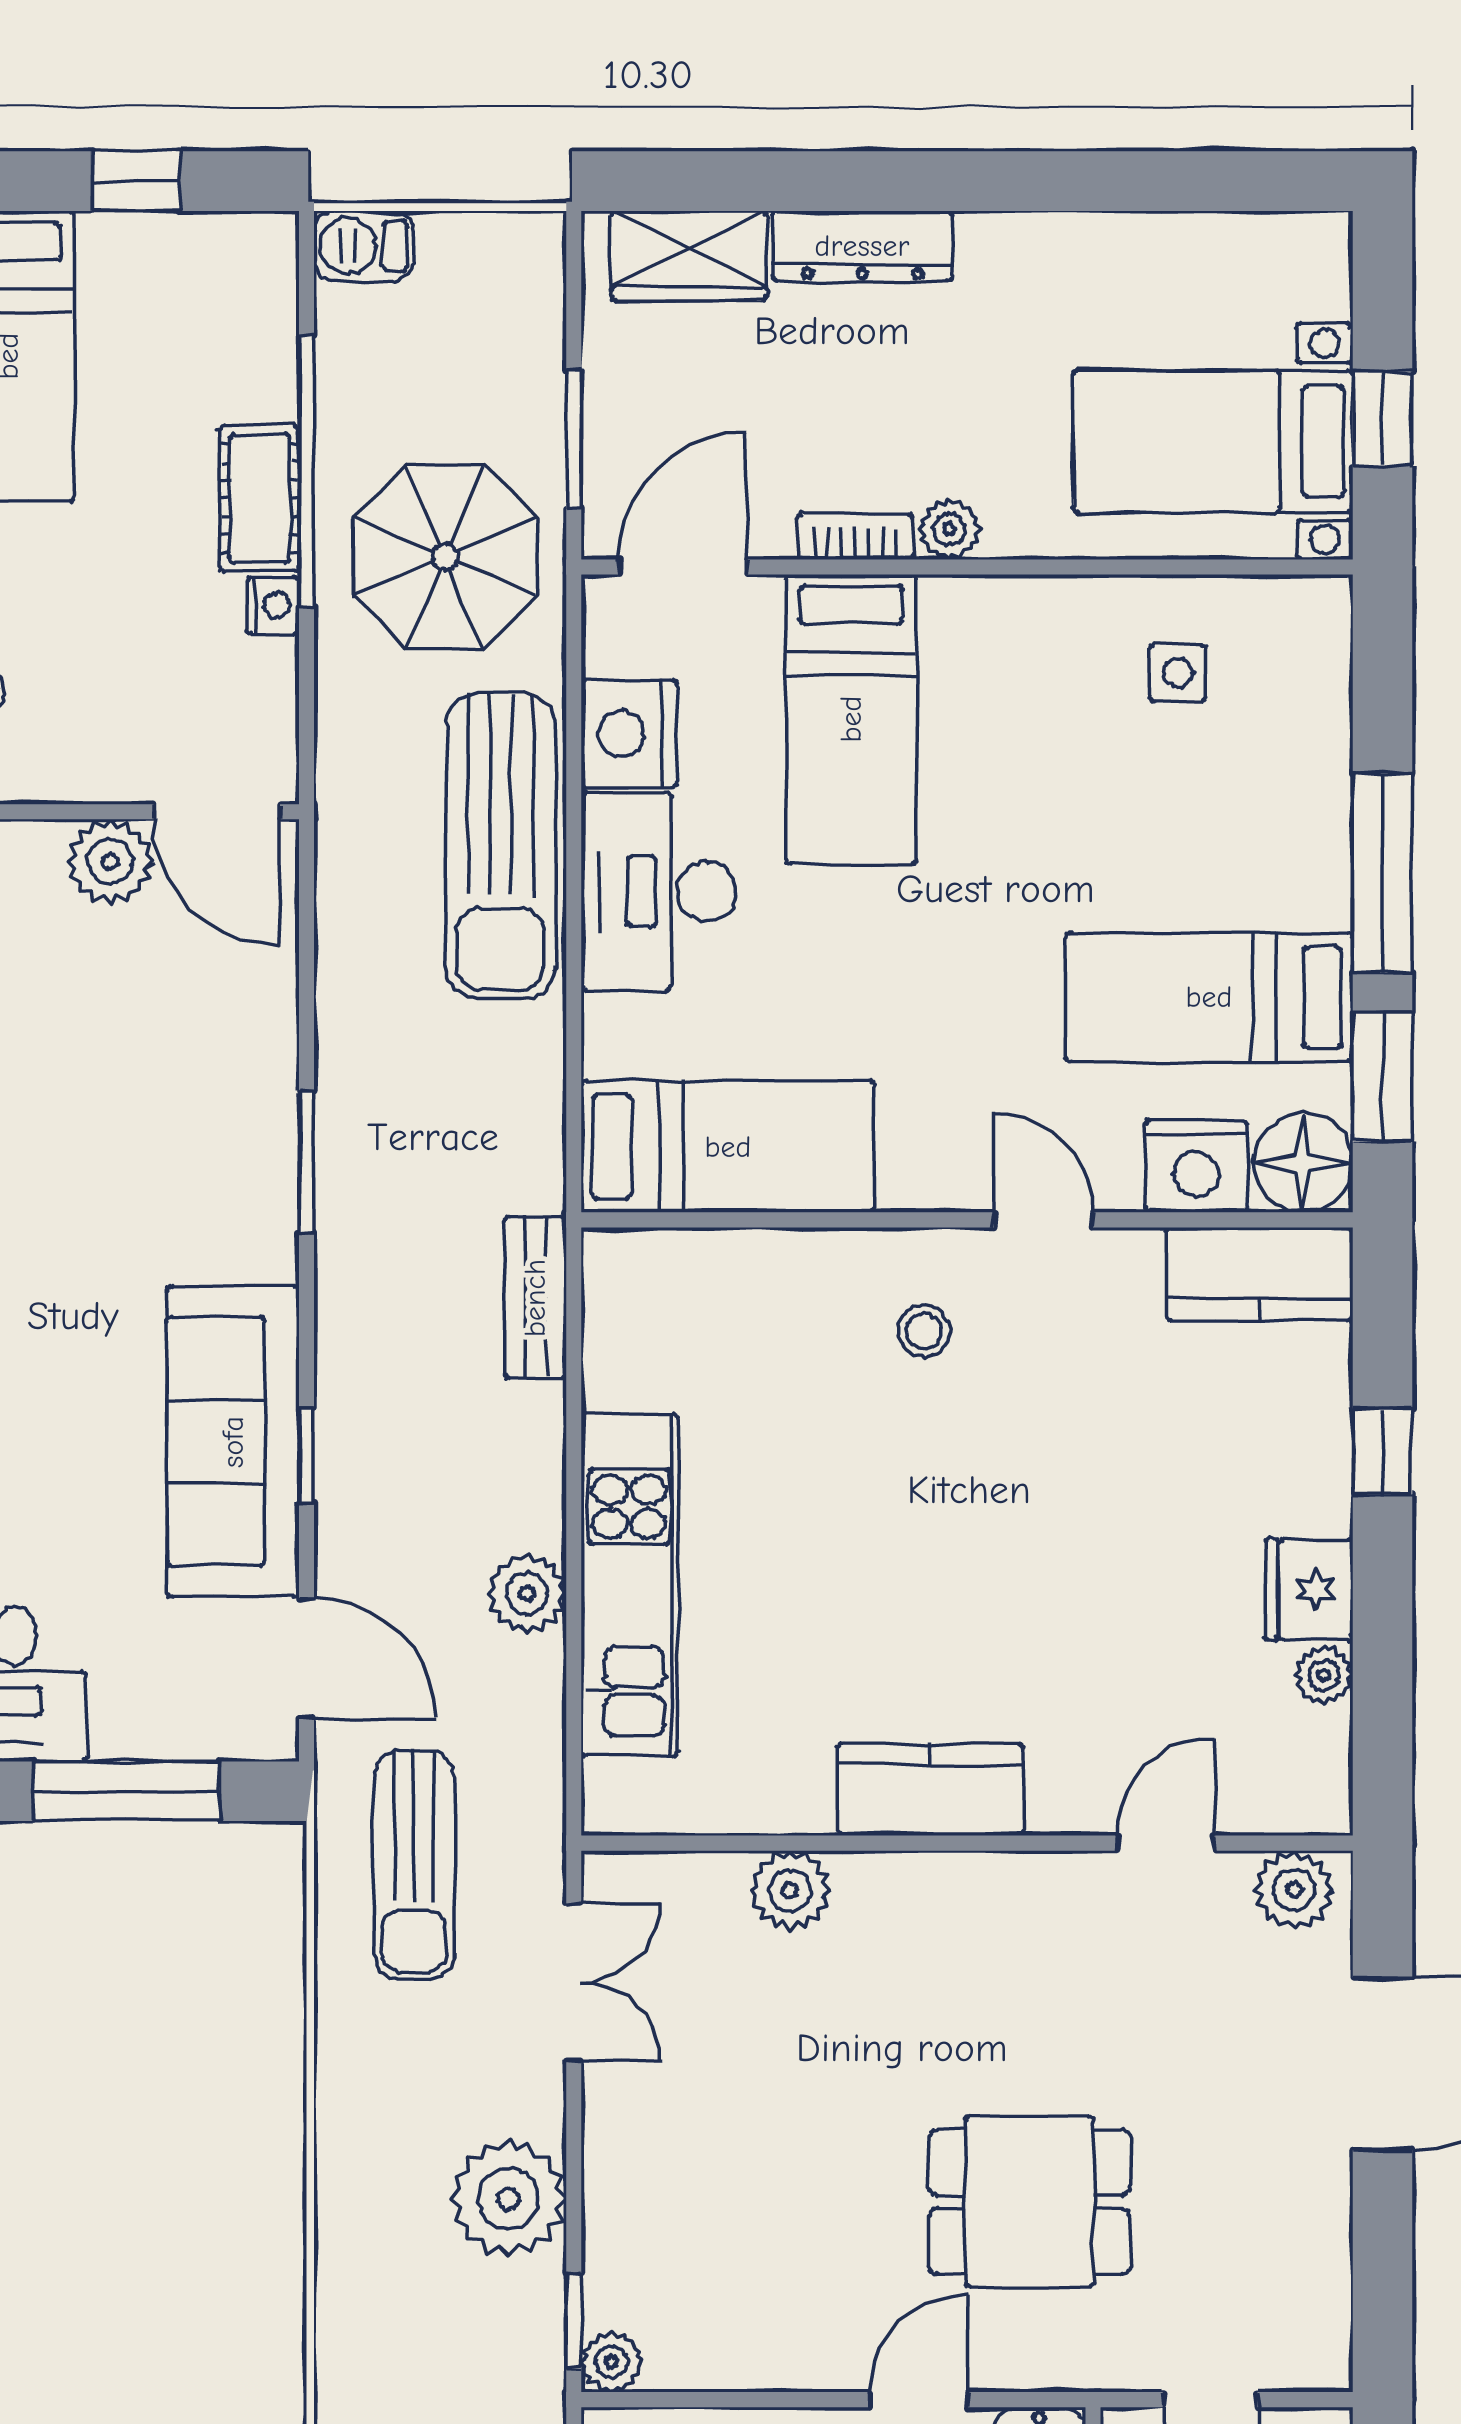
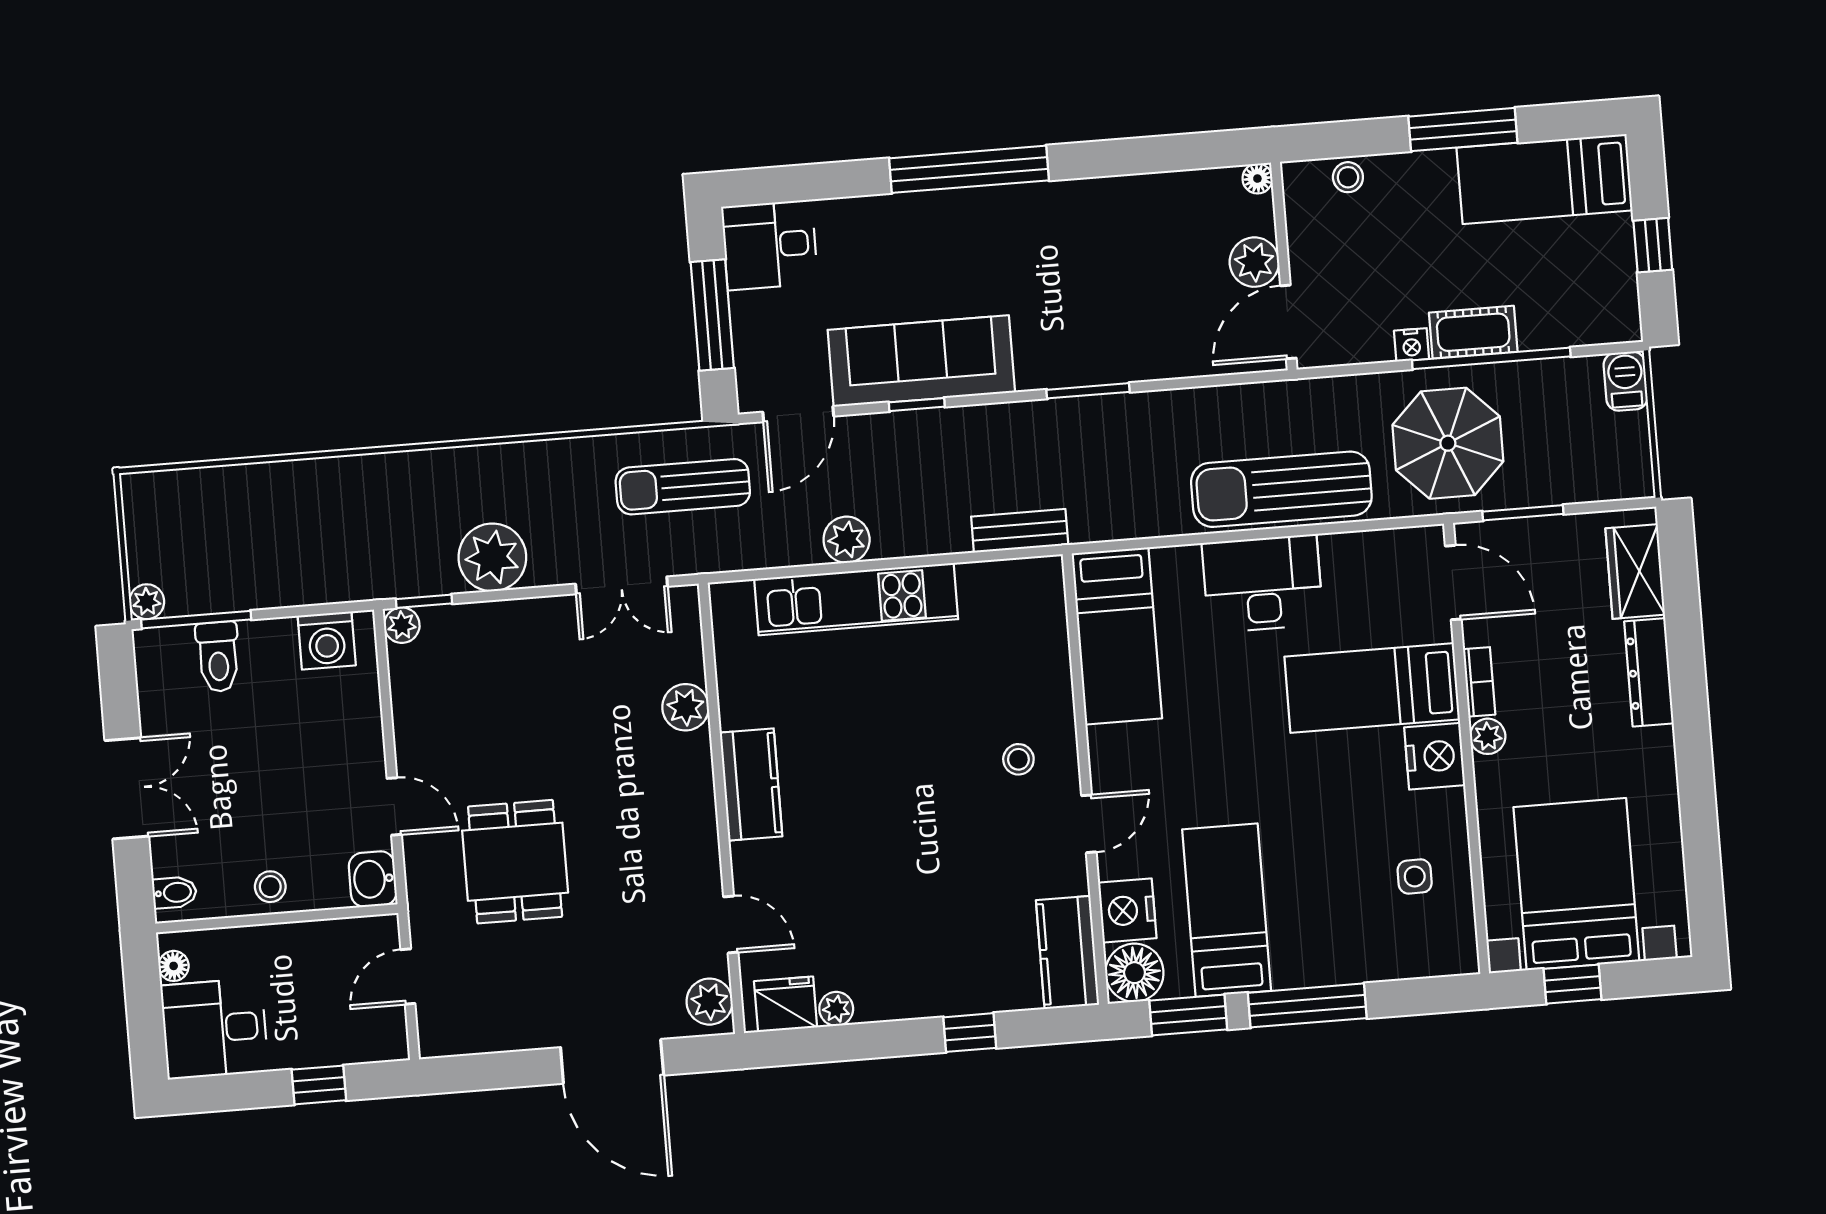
bed with nightstands: (1213, 441) -> (1576, 884), width x1.36
nightstand: (629, 734) -> (1435, 756), moved, turned 90
fridge: (1309, 1590) -> (786, 1004), moved

